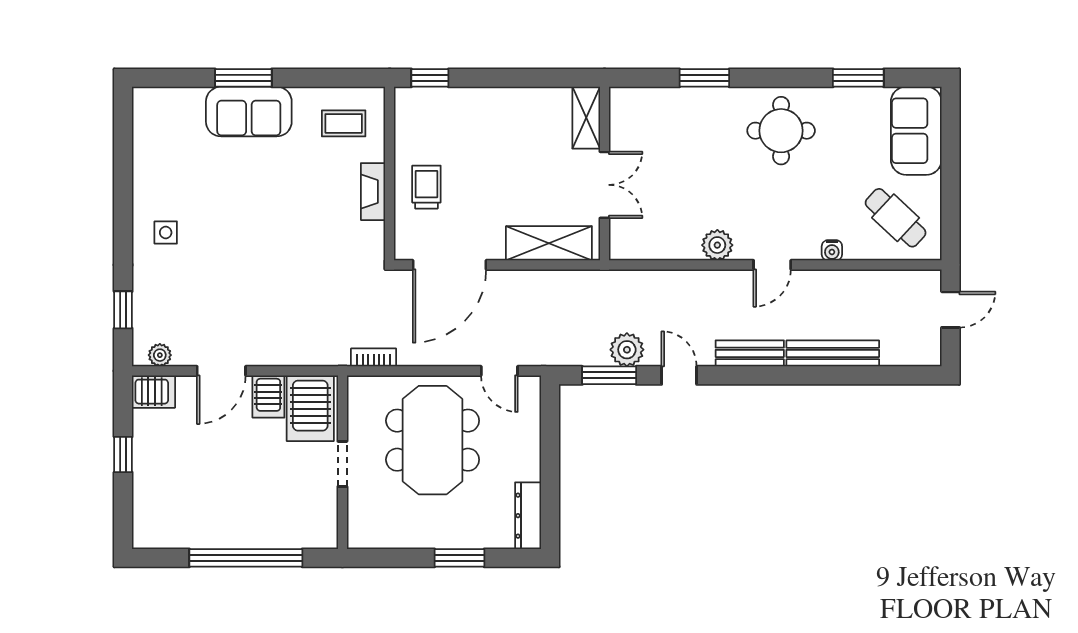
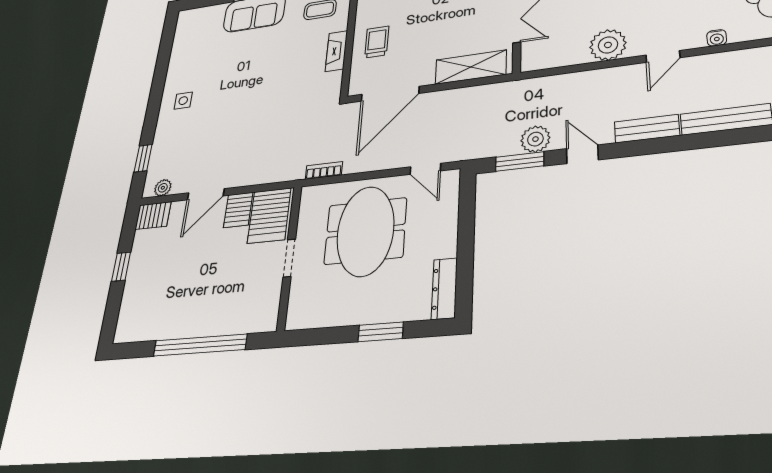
plant: (717, 245) -> (608, 45), width x1.36, depth x1.36

